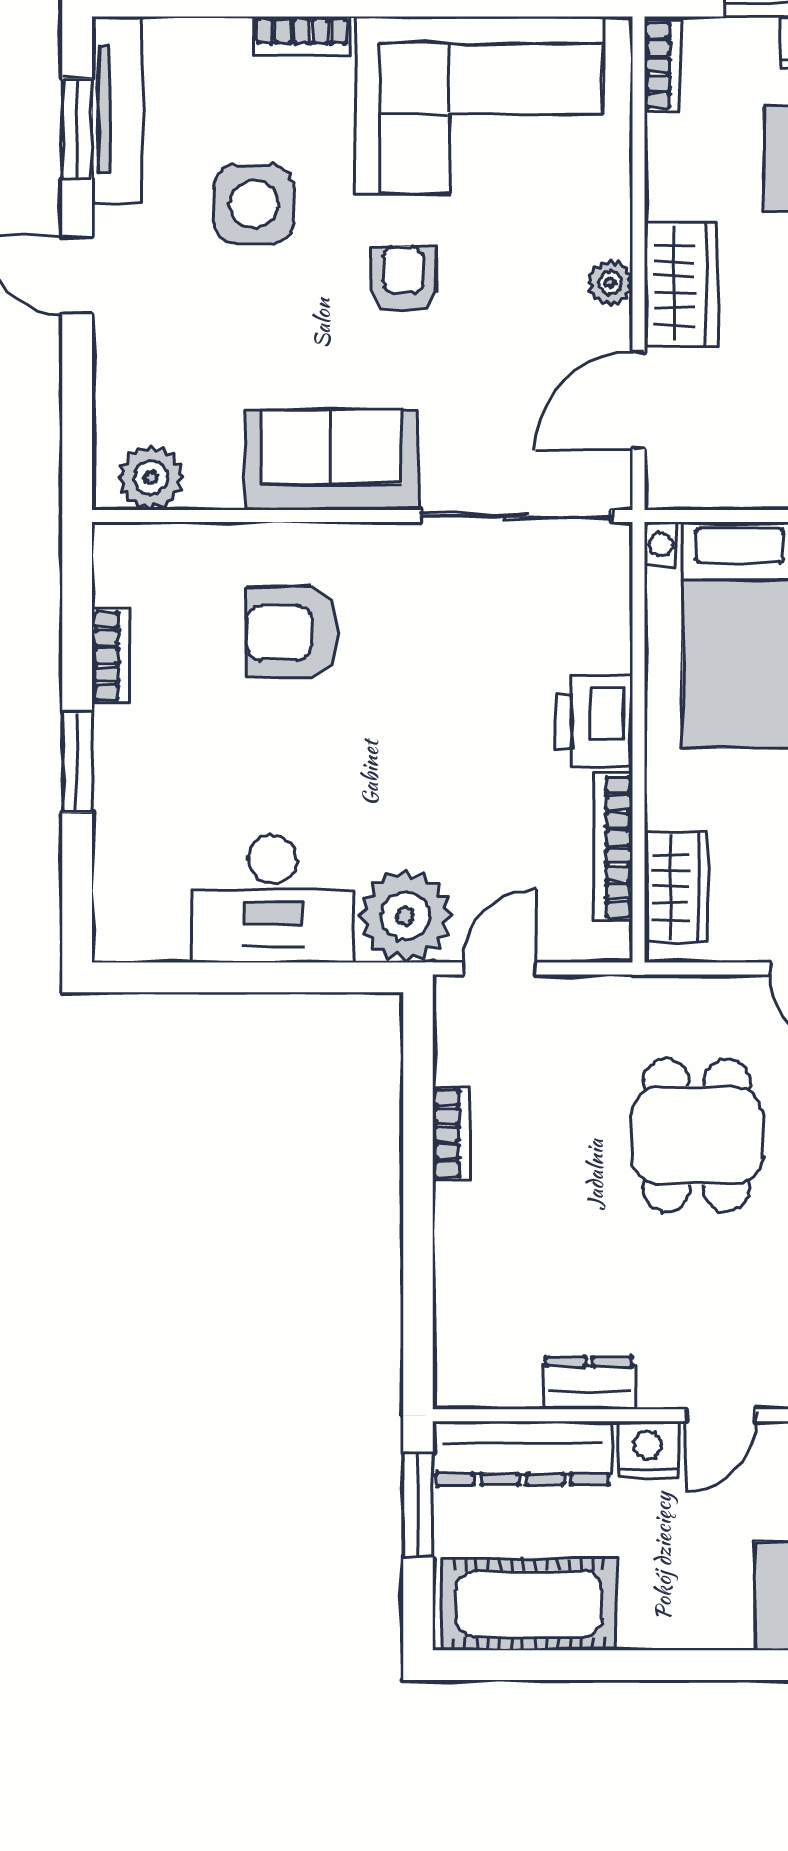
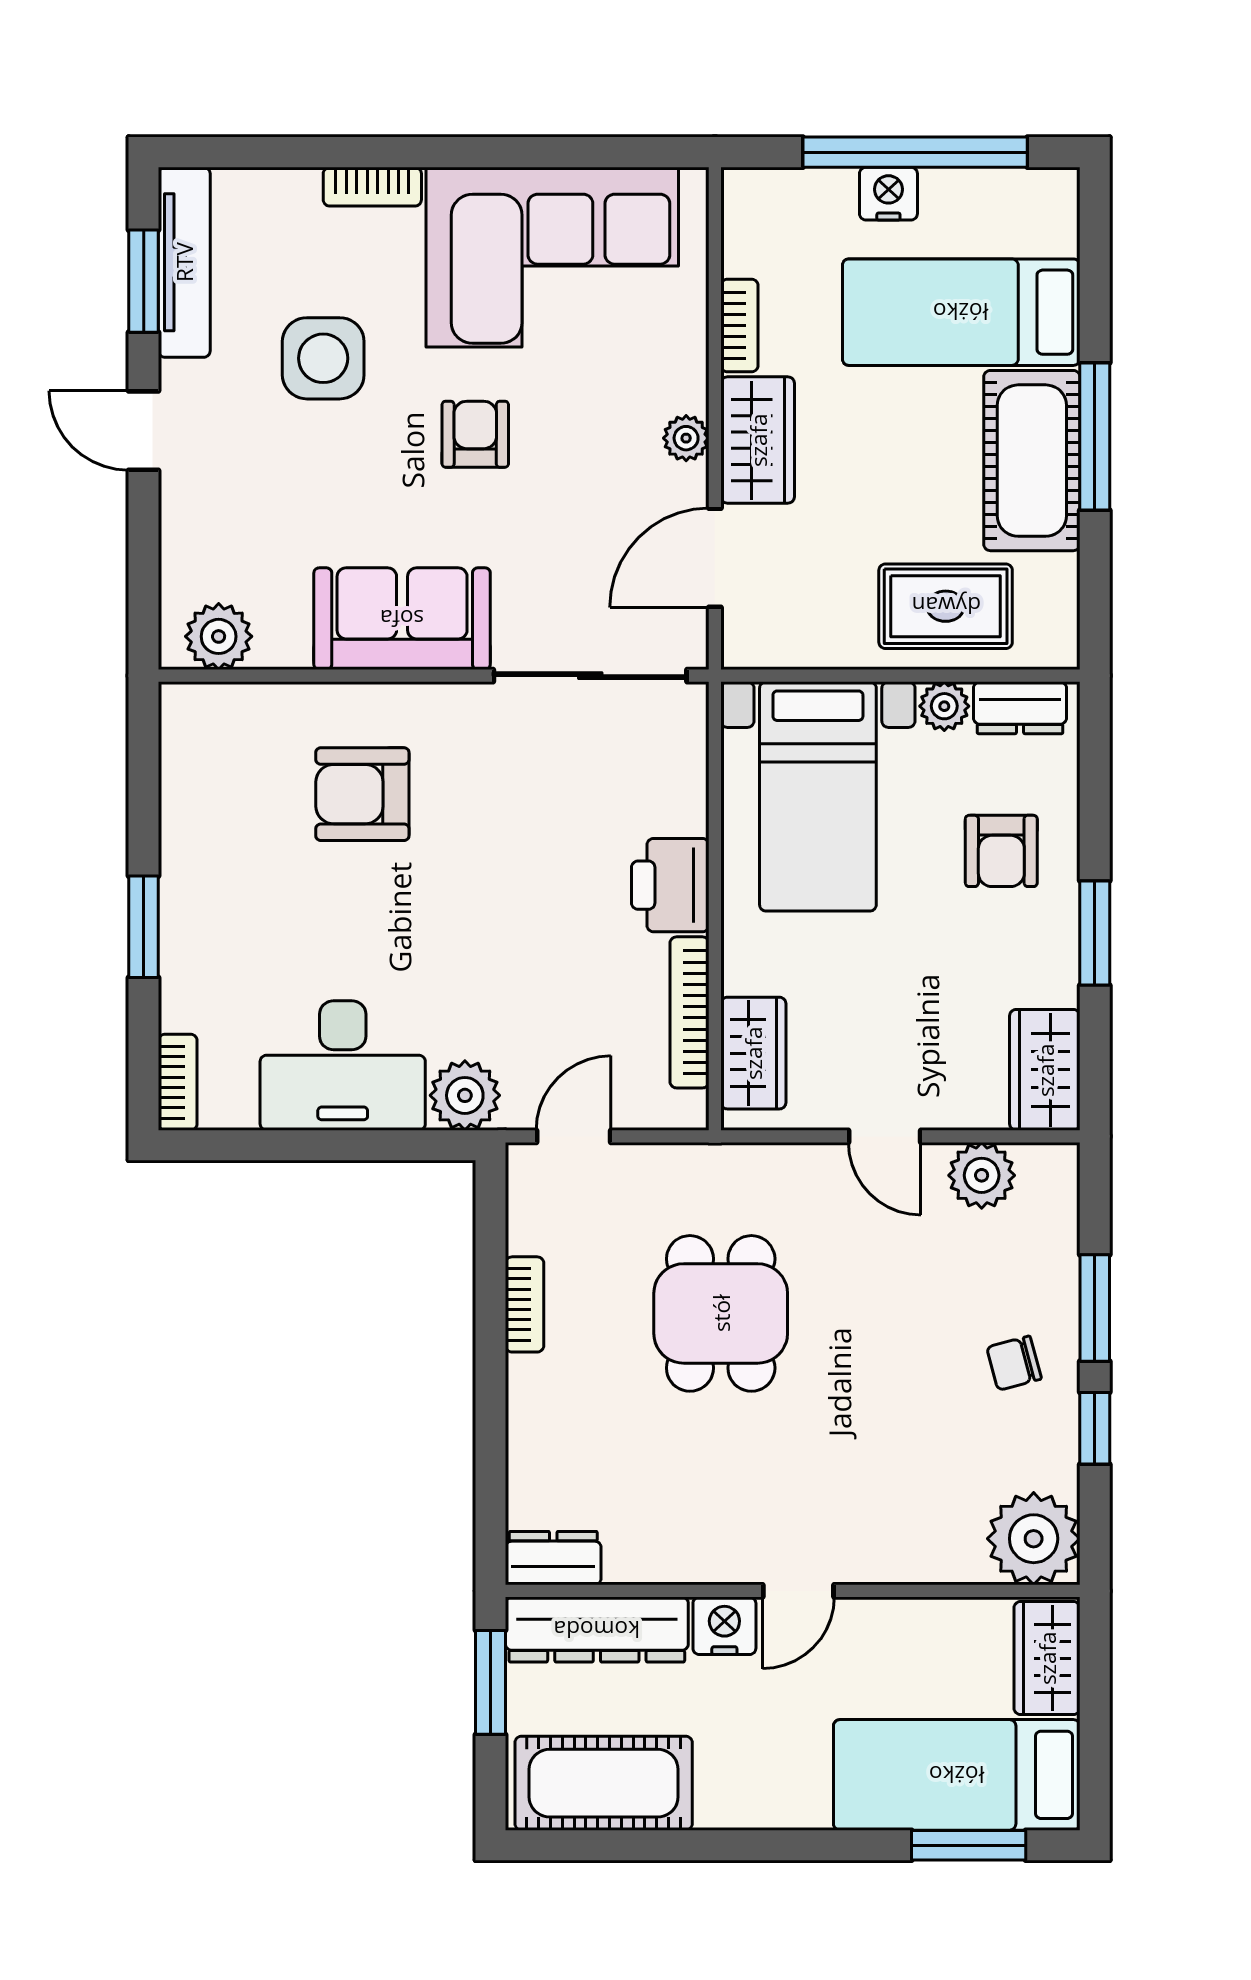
bookcase: (663, 66) -> (739, 326), moved
bookcase: (111, 656) -> (178, 1082), moved
plant: (405, 916) -> (465, 1095), width x0.73, depth x0.73
dining table: (696, 1135) -> (721, 1313), moved
dresser: (589, 1383) -> (553, 1558), moved

